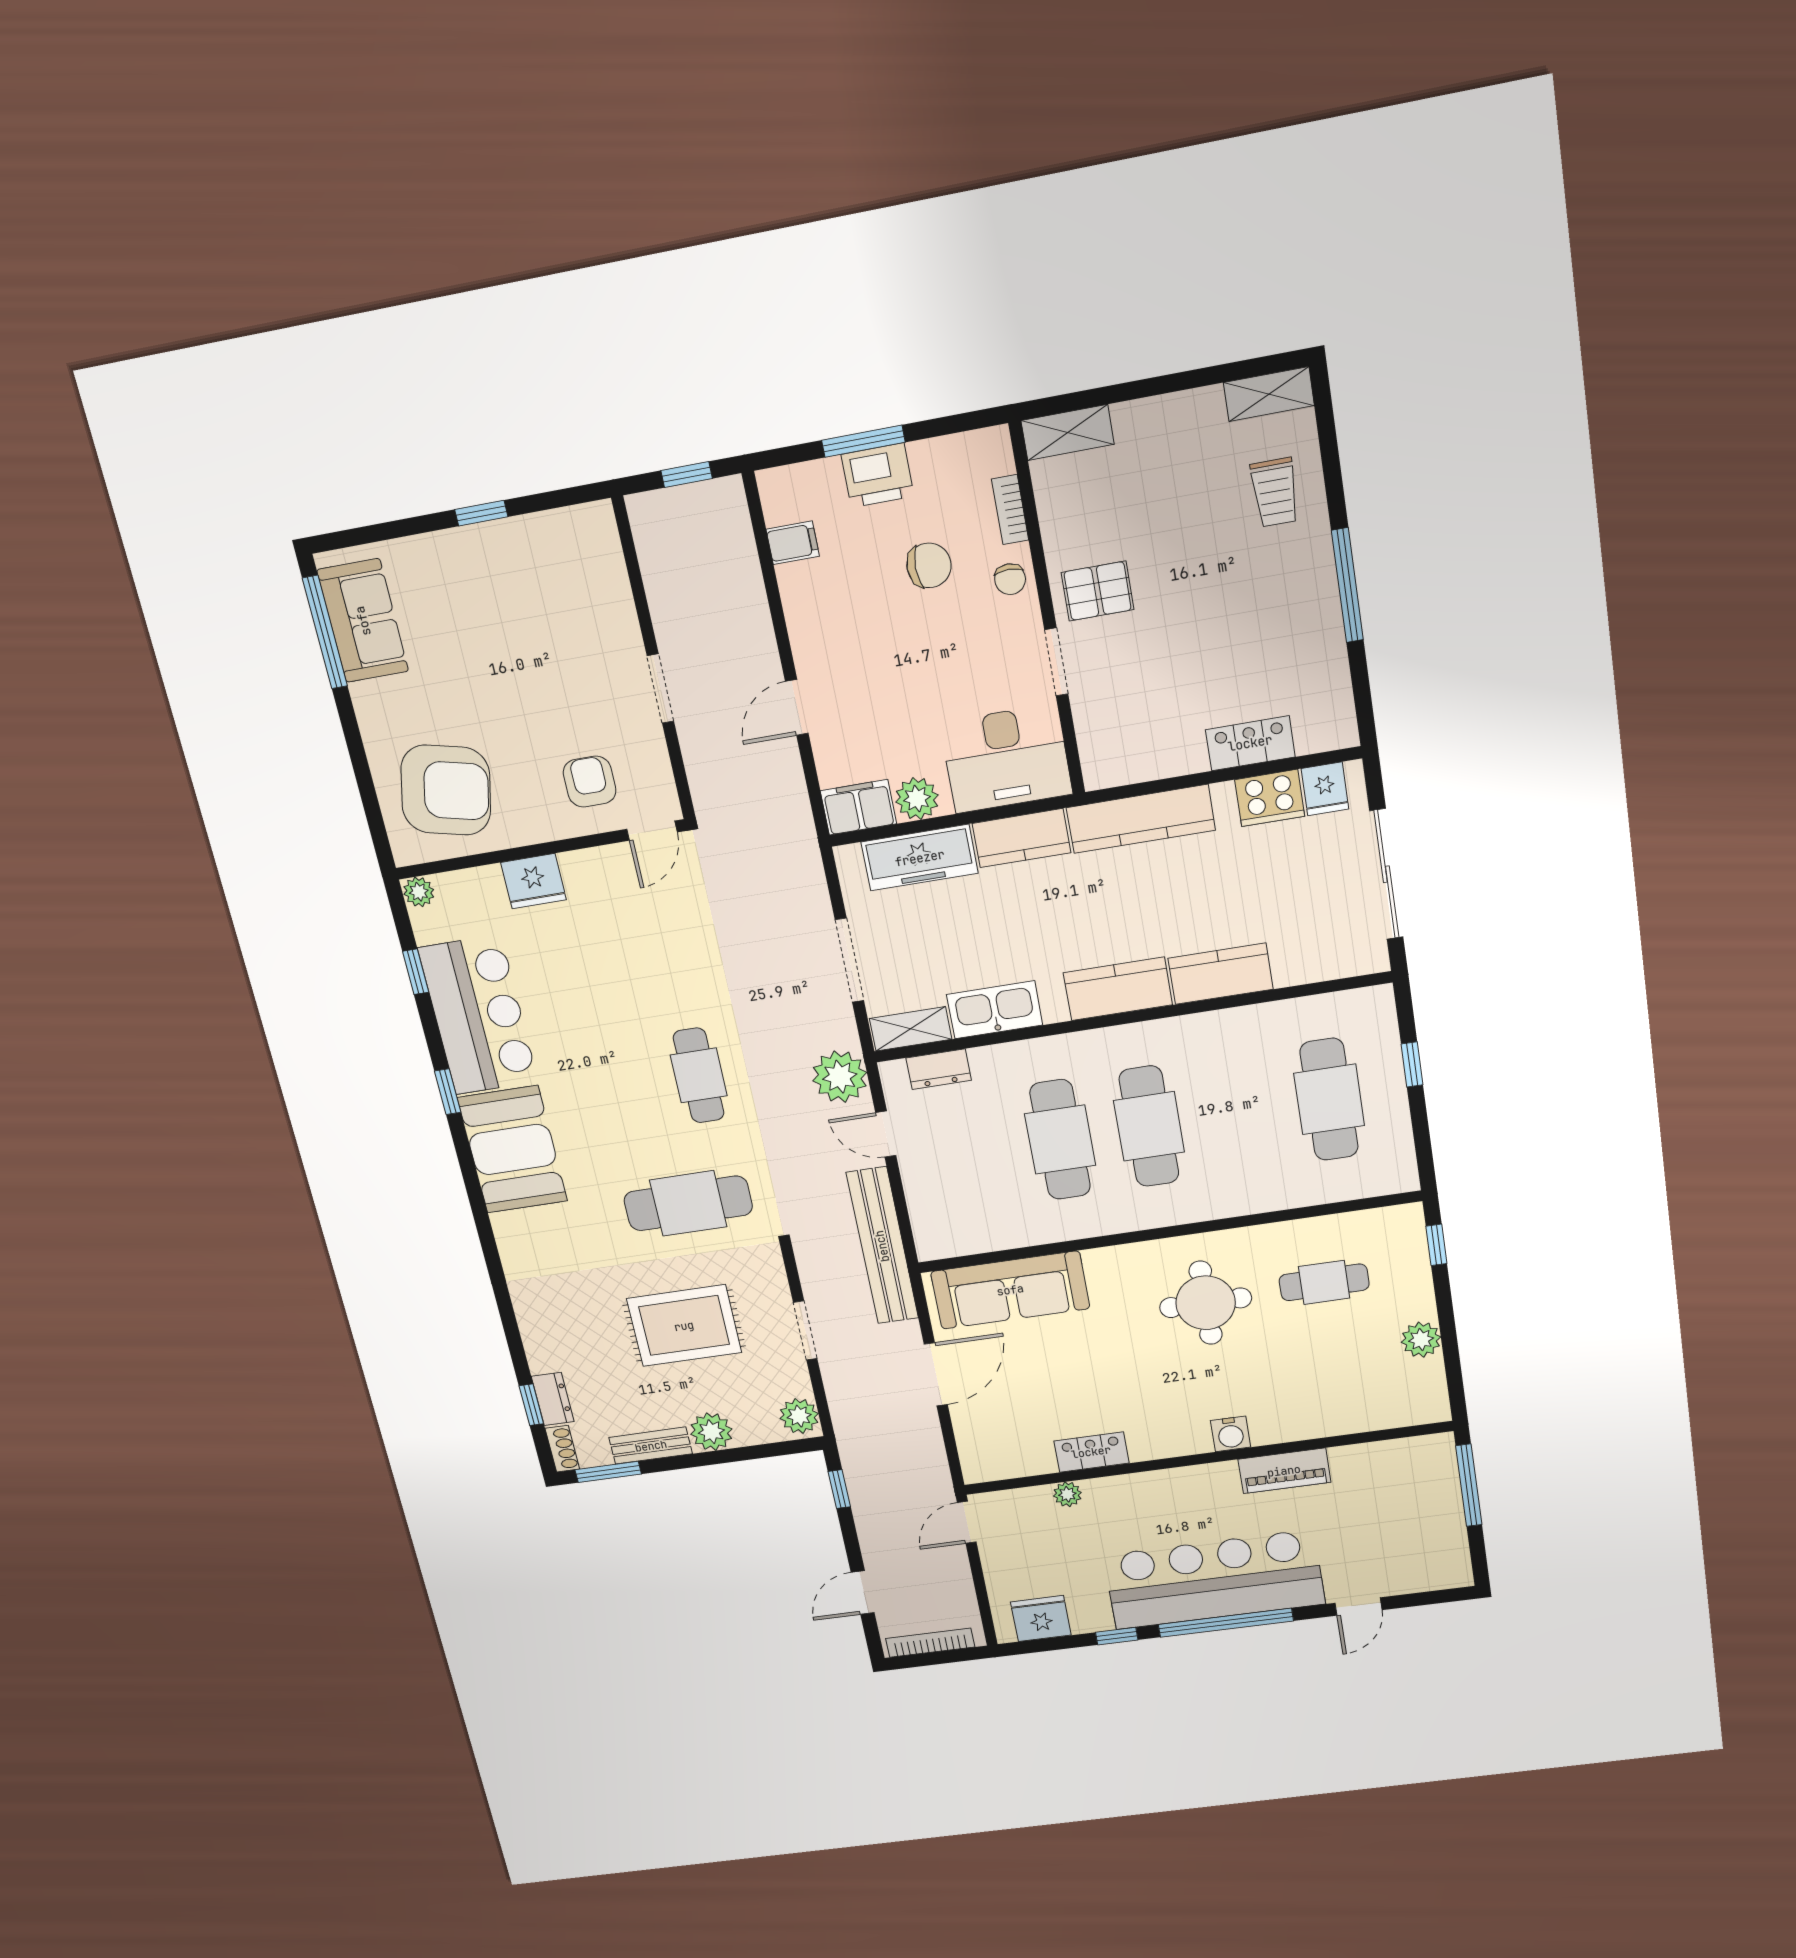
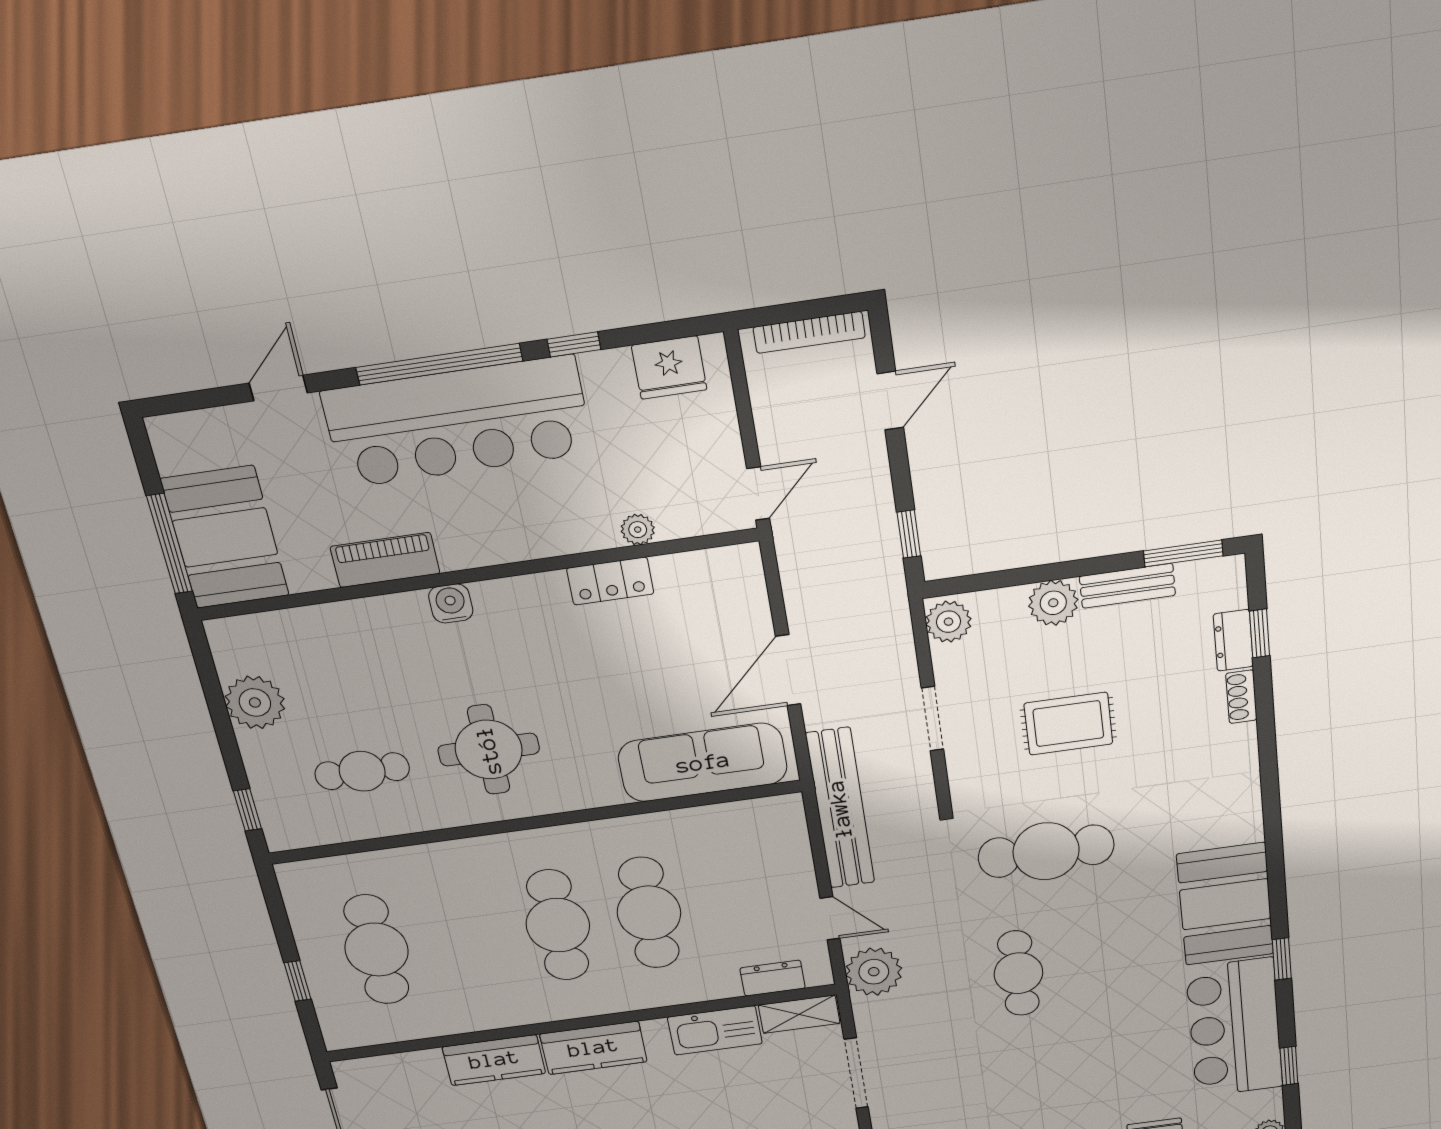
rug: (684, 1326) -> (1068, 724), width x0.73, depth x0.70
plant: (1421, 1340) -> (255, 703), width x1.36, depth x1.36
shoe rack: (562, 1449) -> (1241, 697), moved
booth: (1420, 1490) -> (225, 537), added

